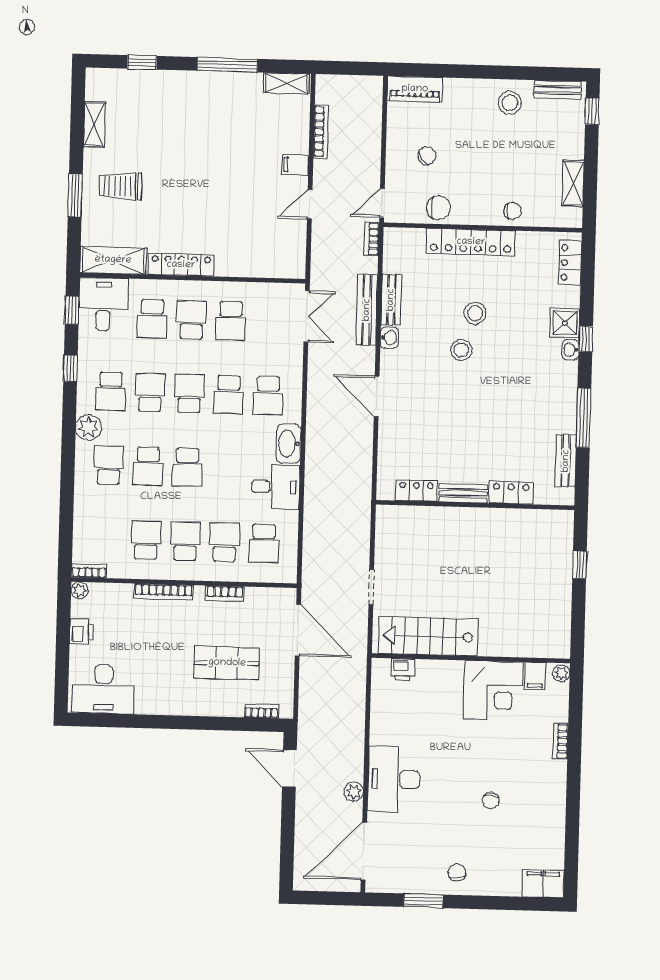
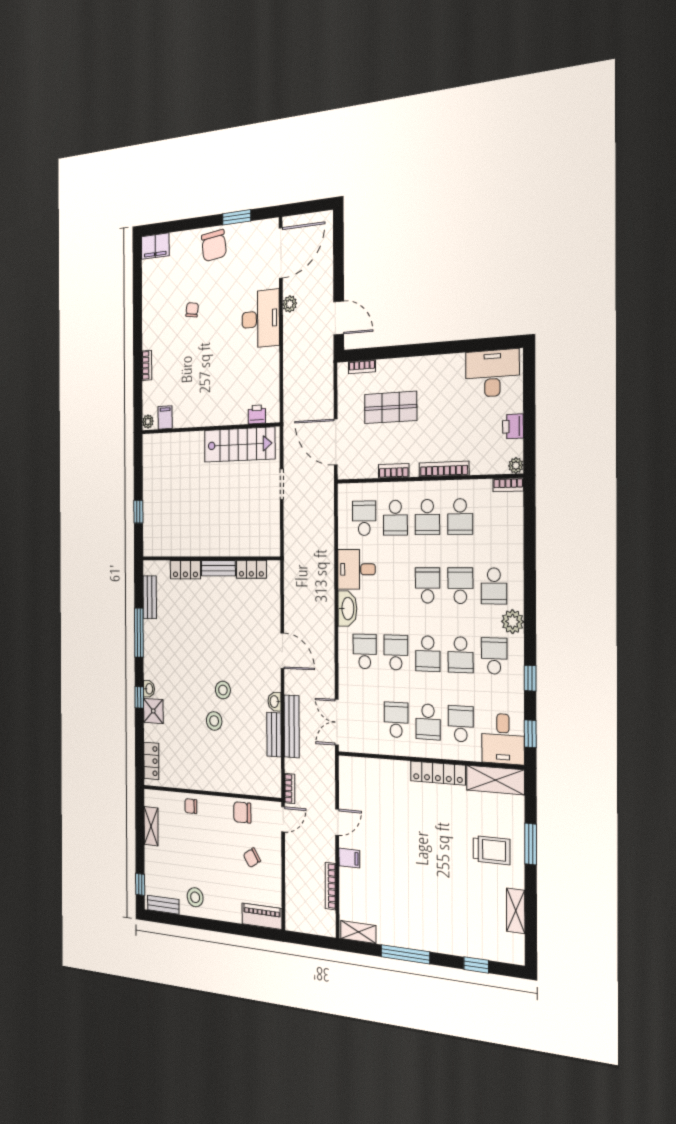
locker: (471, 242) -> (219, 782), removed
corner desk: (493, 691) -> (193, 403), removed
chair: (457, 872) -> (214, 246), width x1.87, depth x1.87

